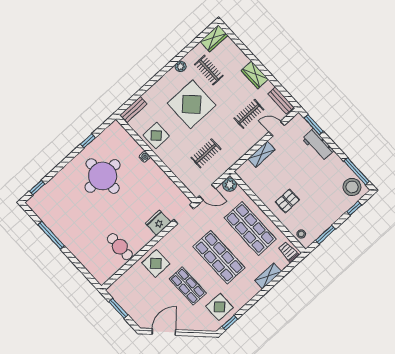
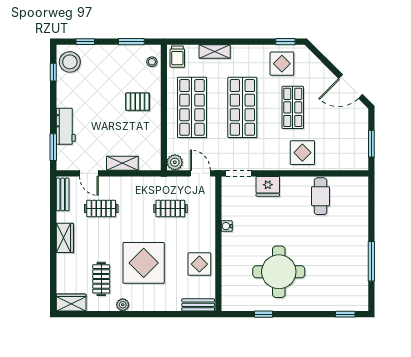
water cooler: (144, 157) -> (227, 226), moved
window: (357, 171) -> (53, 72), width x0.46

